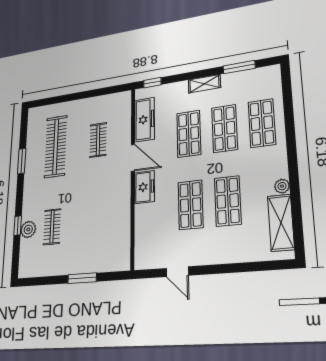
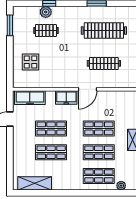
freezer: (144, 120) -> (30, 98), moved
clothes rail: (98, 140) -> (104, 63), width x1.36
plant: (282, 186) -> (121, 186), moved
display table: (94, 246) -> (30, 62), added
window: (82, 278) -> (10, 25), moved

